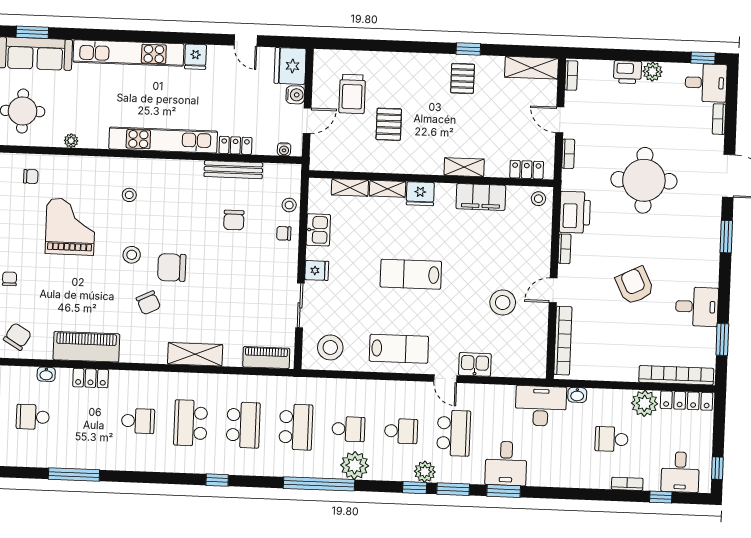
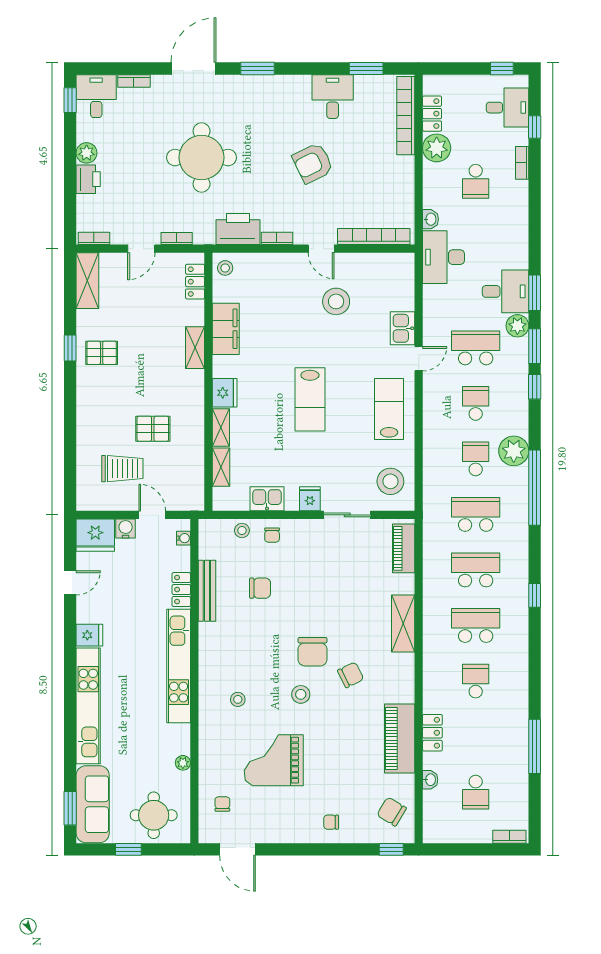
locker: (687, 401) -> (432, 114), width x0.66
school desk: (191, 423) -> (476, 626), turned 180
plant: (425, 472) -> (517, 326), moved

